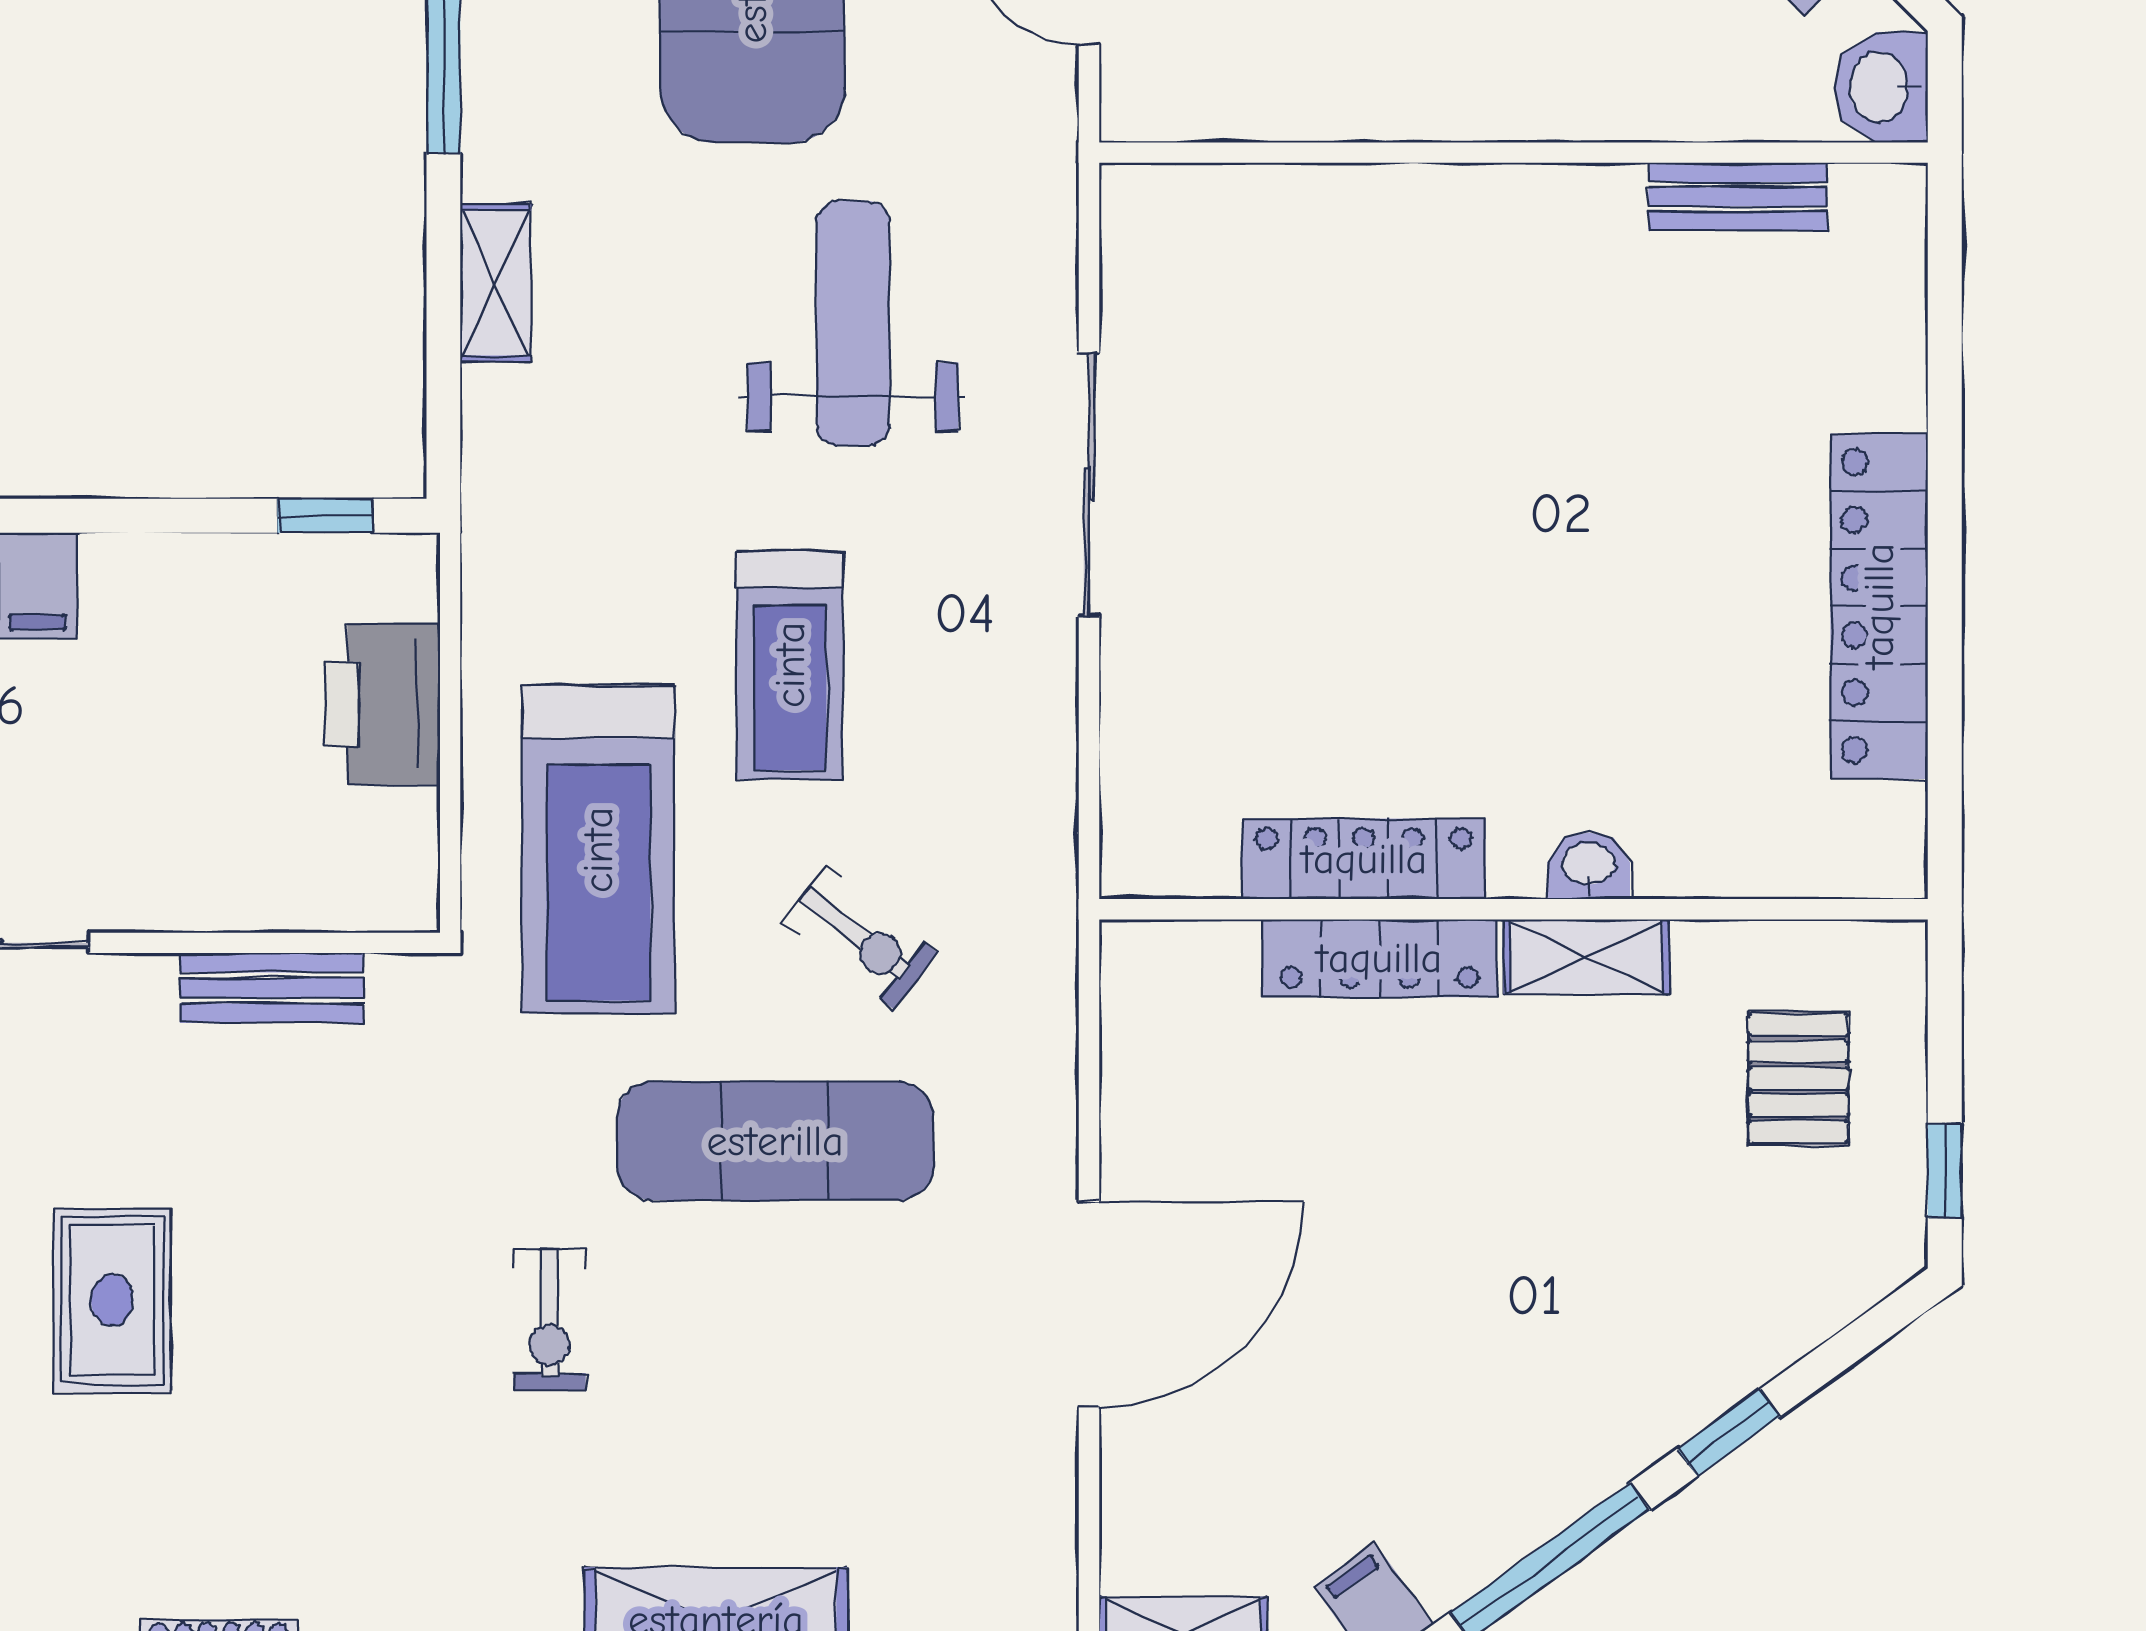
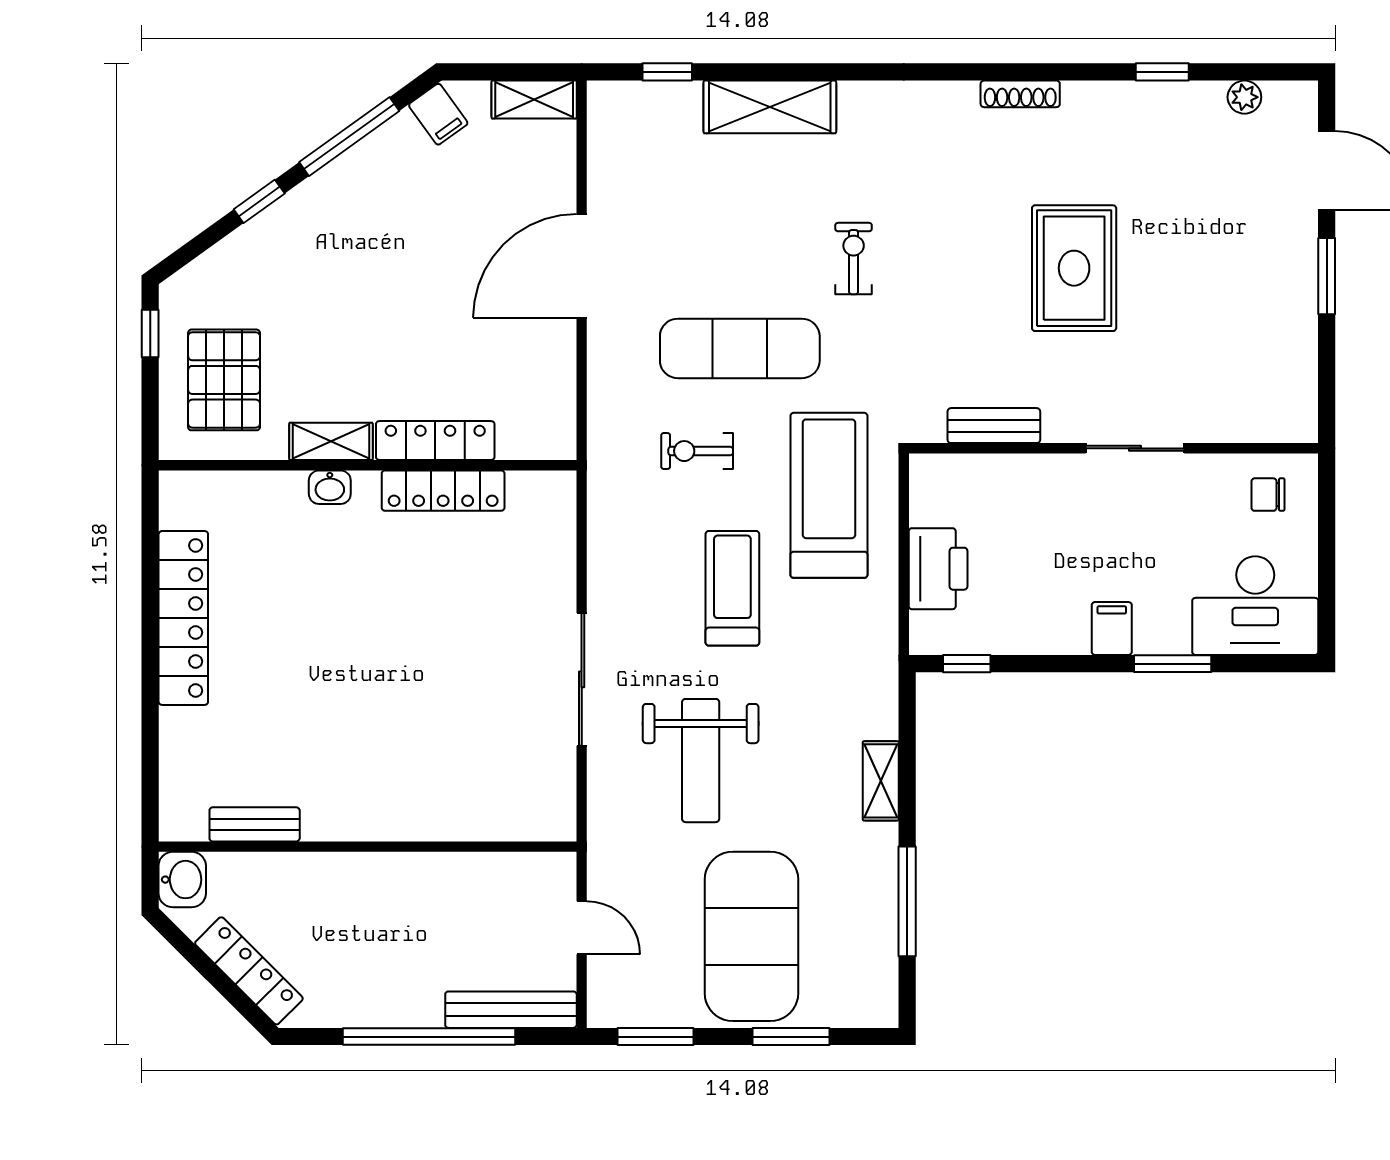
exercise bike: (860, 937) -> (697, 451), turned -38
pallet: (1798, 1078) -> (224, 380), width x1.50, depth x1.42
rug: (112, 1300) -> (1074, 268), width x1.36, depth x1.43

